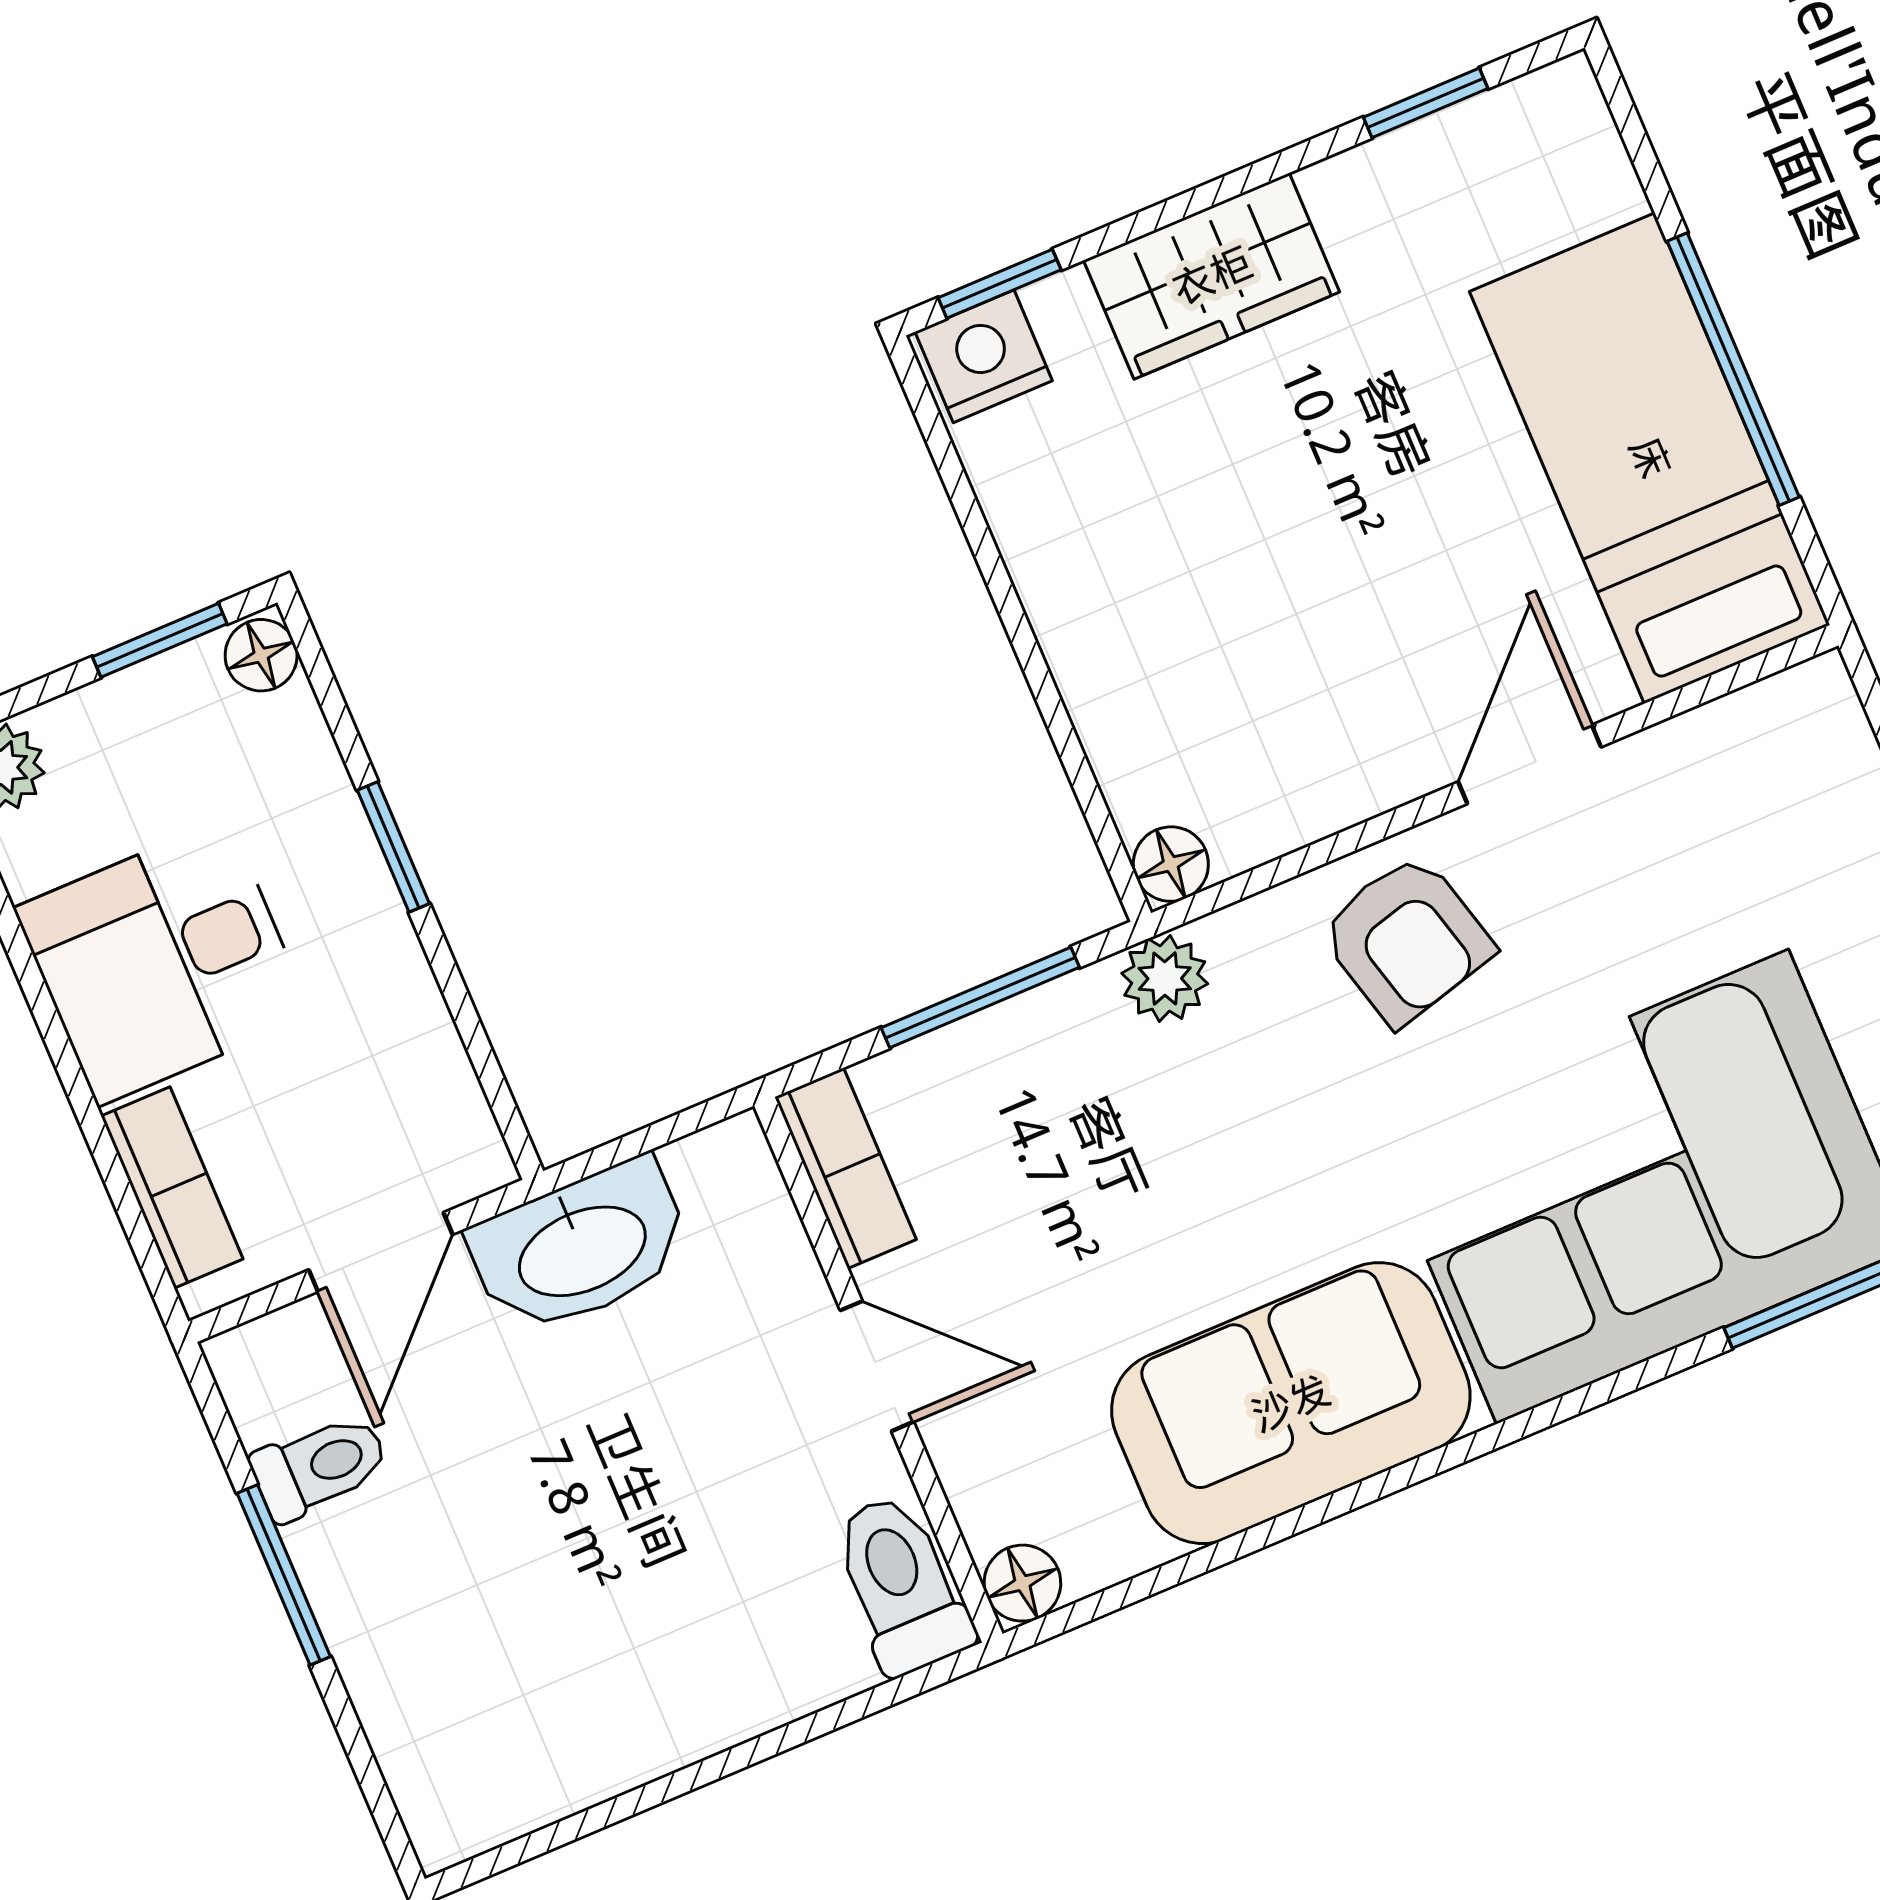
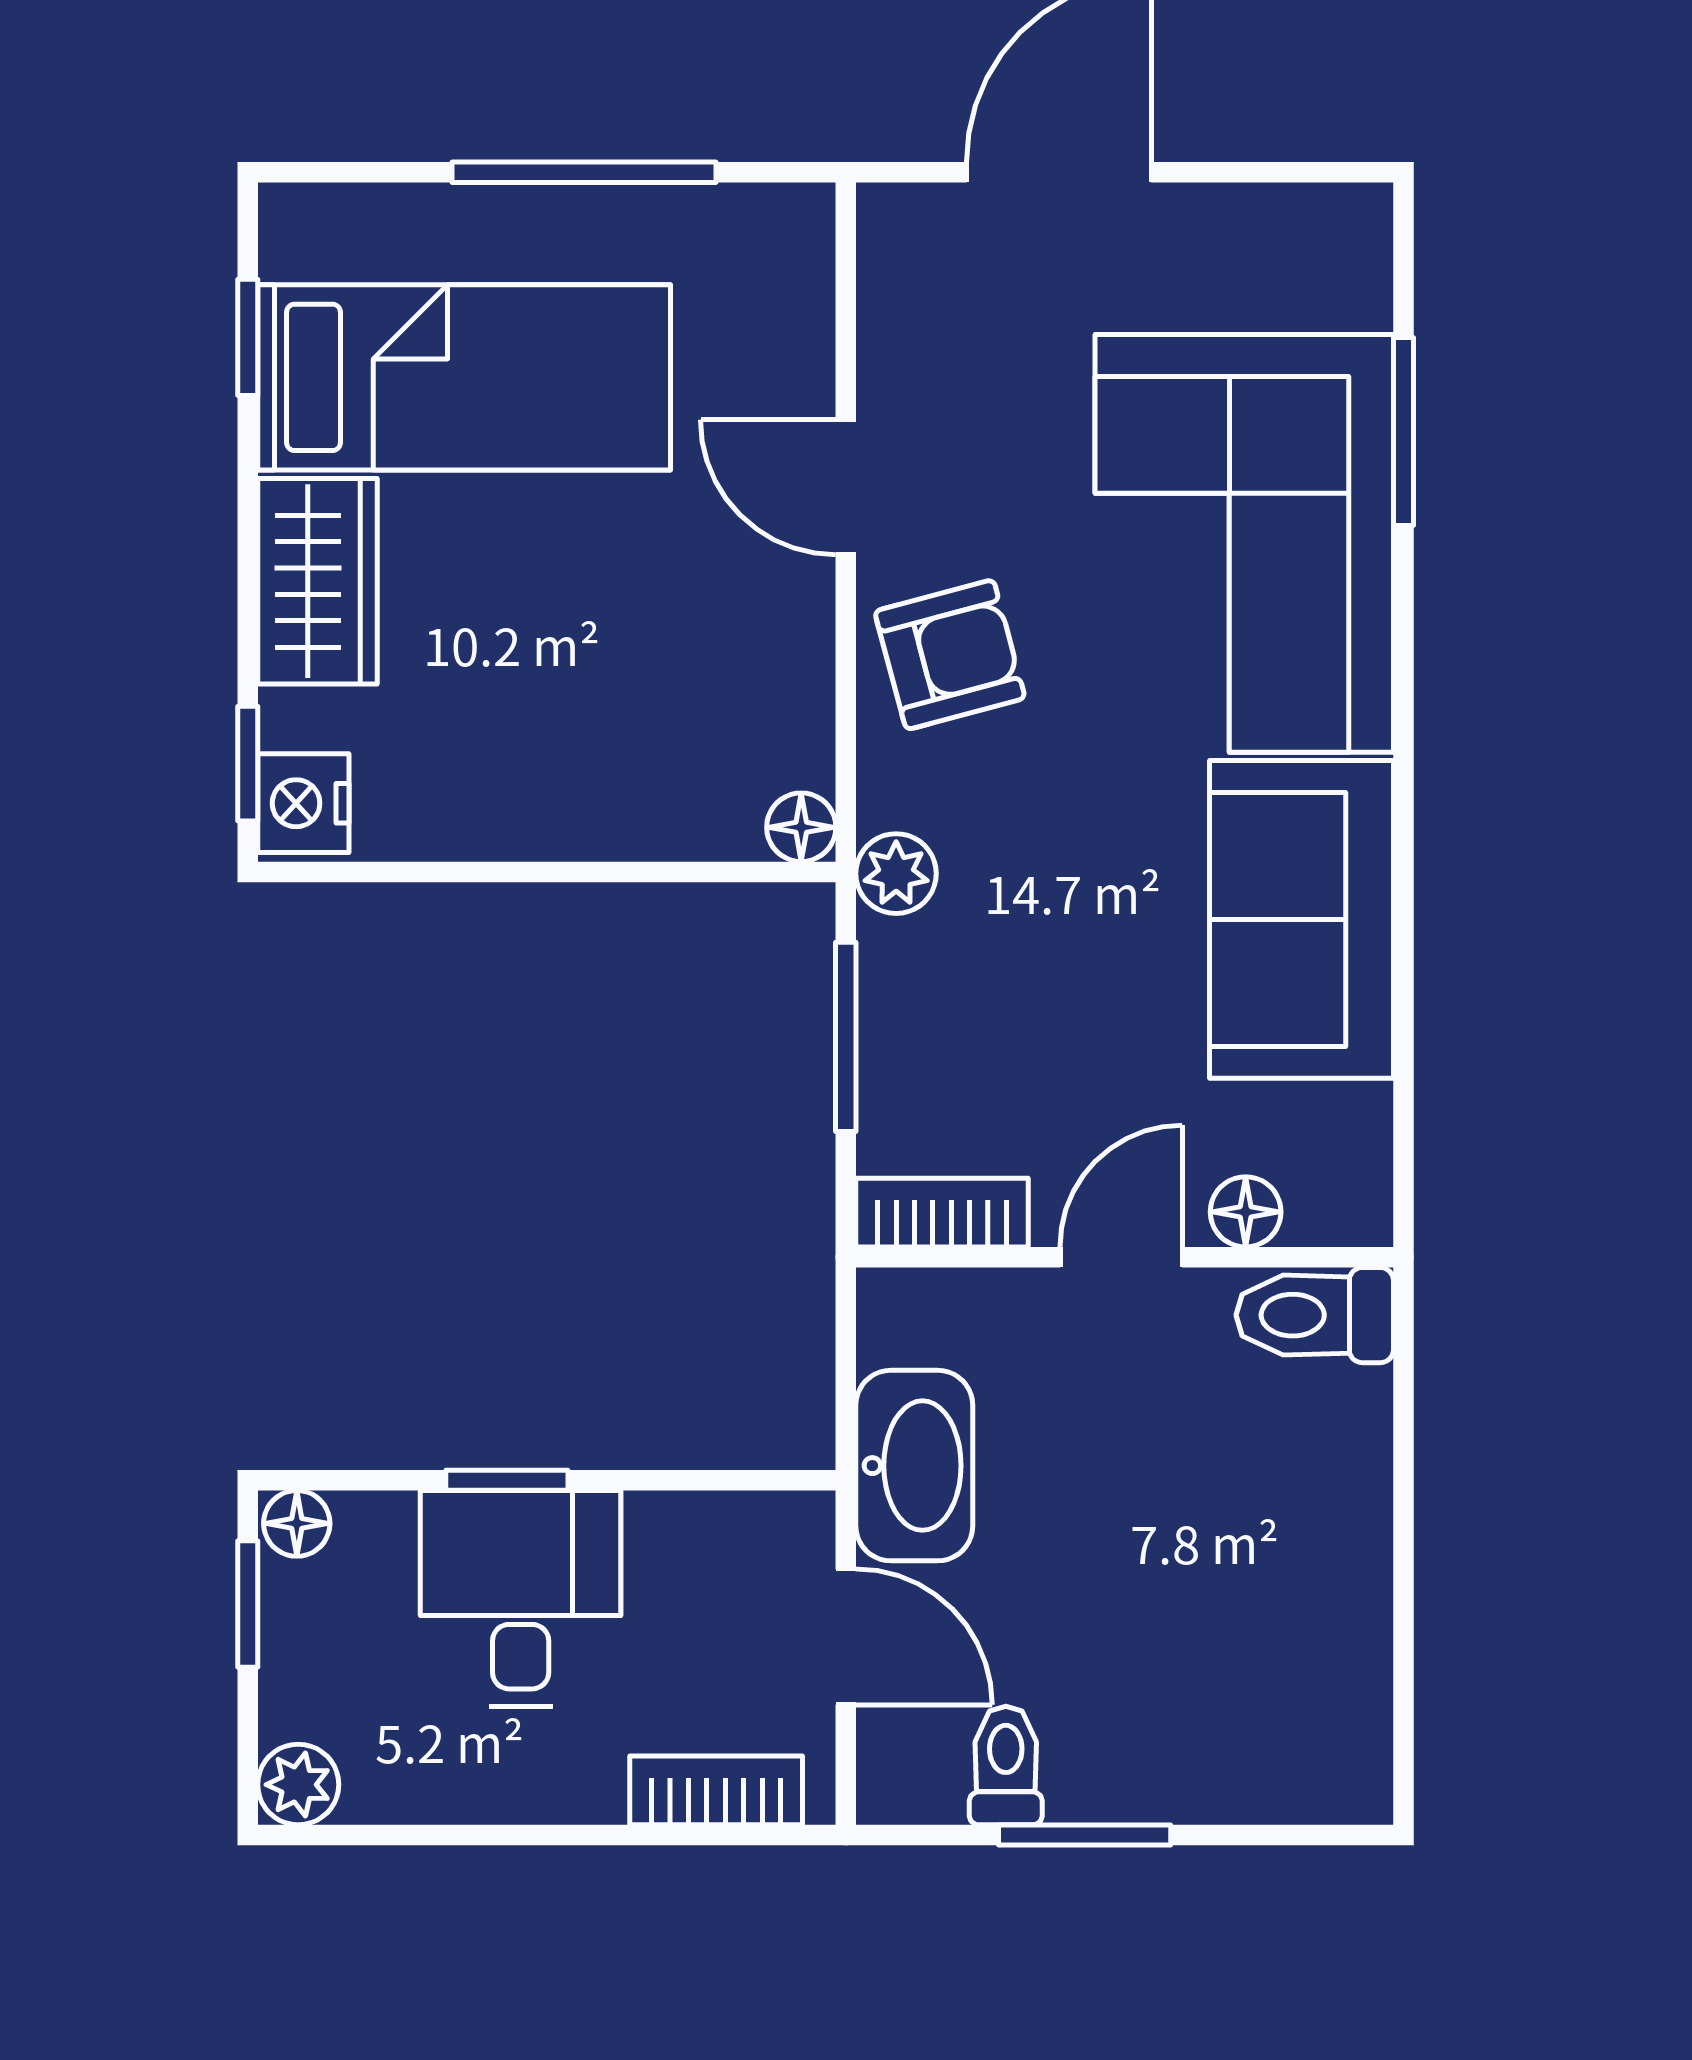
bed: (1650, 458) -> (464, 377), moved, turned 180
desk: (163, 962) -> (521, 1598), moved, turned 180
floor lamp: (1022, 1583) -> (1246, 1212), moved

